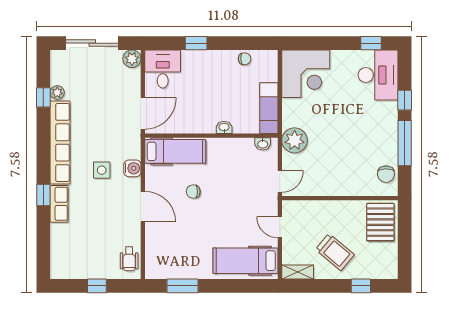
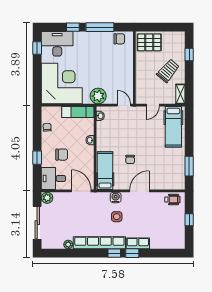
corner desk: (306, 74) -> (62, 84), width x1.36, depth x1.36
chair: (201, 82) -> (62, 155), added
window: (43, 97) -> (114, 253), moved

